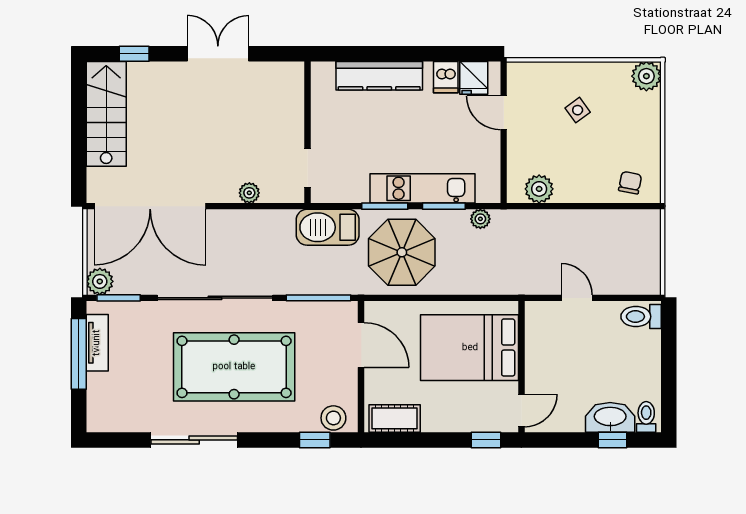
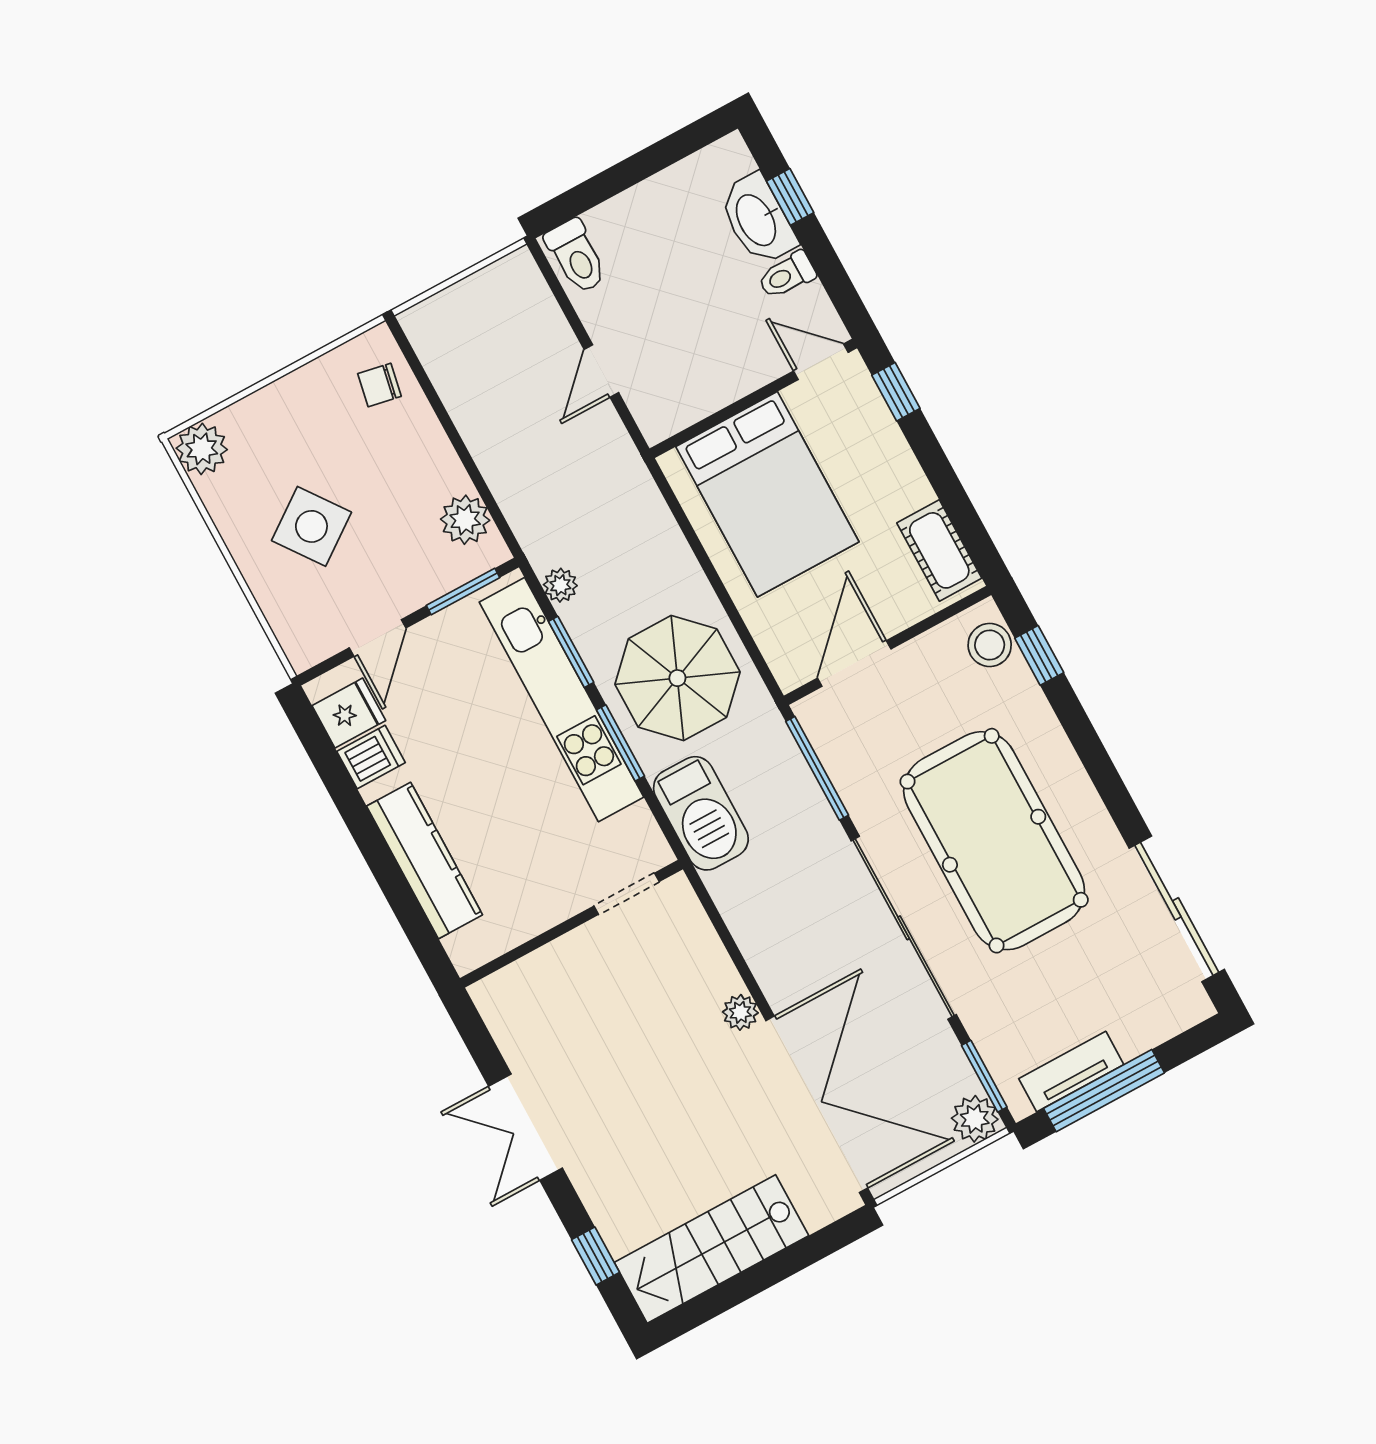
side table: (578, 110) -> (311, 526), width x1.87, depth x1.87
window: (504, 168) -> (463, 592), added
kitchen unit: (423, 188) -> (562, 700), width x1.36
plant: (249, 193) -> (740, 1012), moved
toilet: (646, 417) -> (787, 275), moved
sliding door: (194, 440) -> (1177, 909), moved

